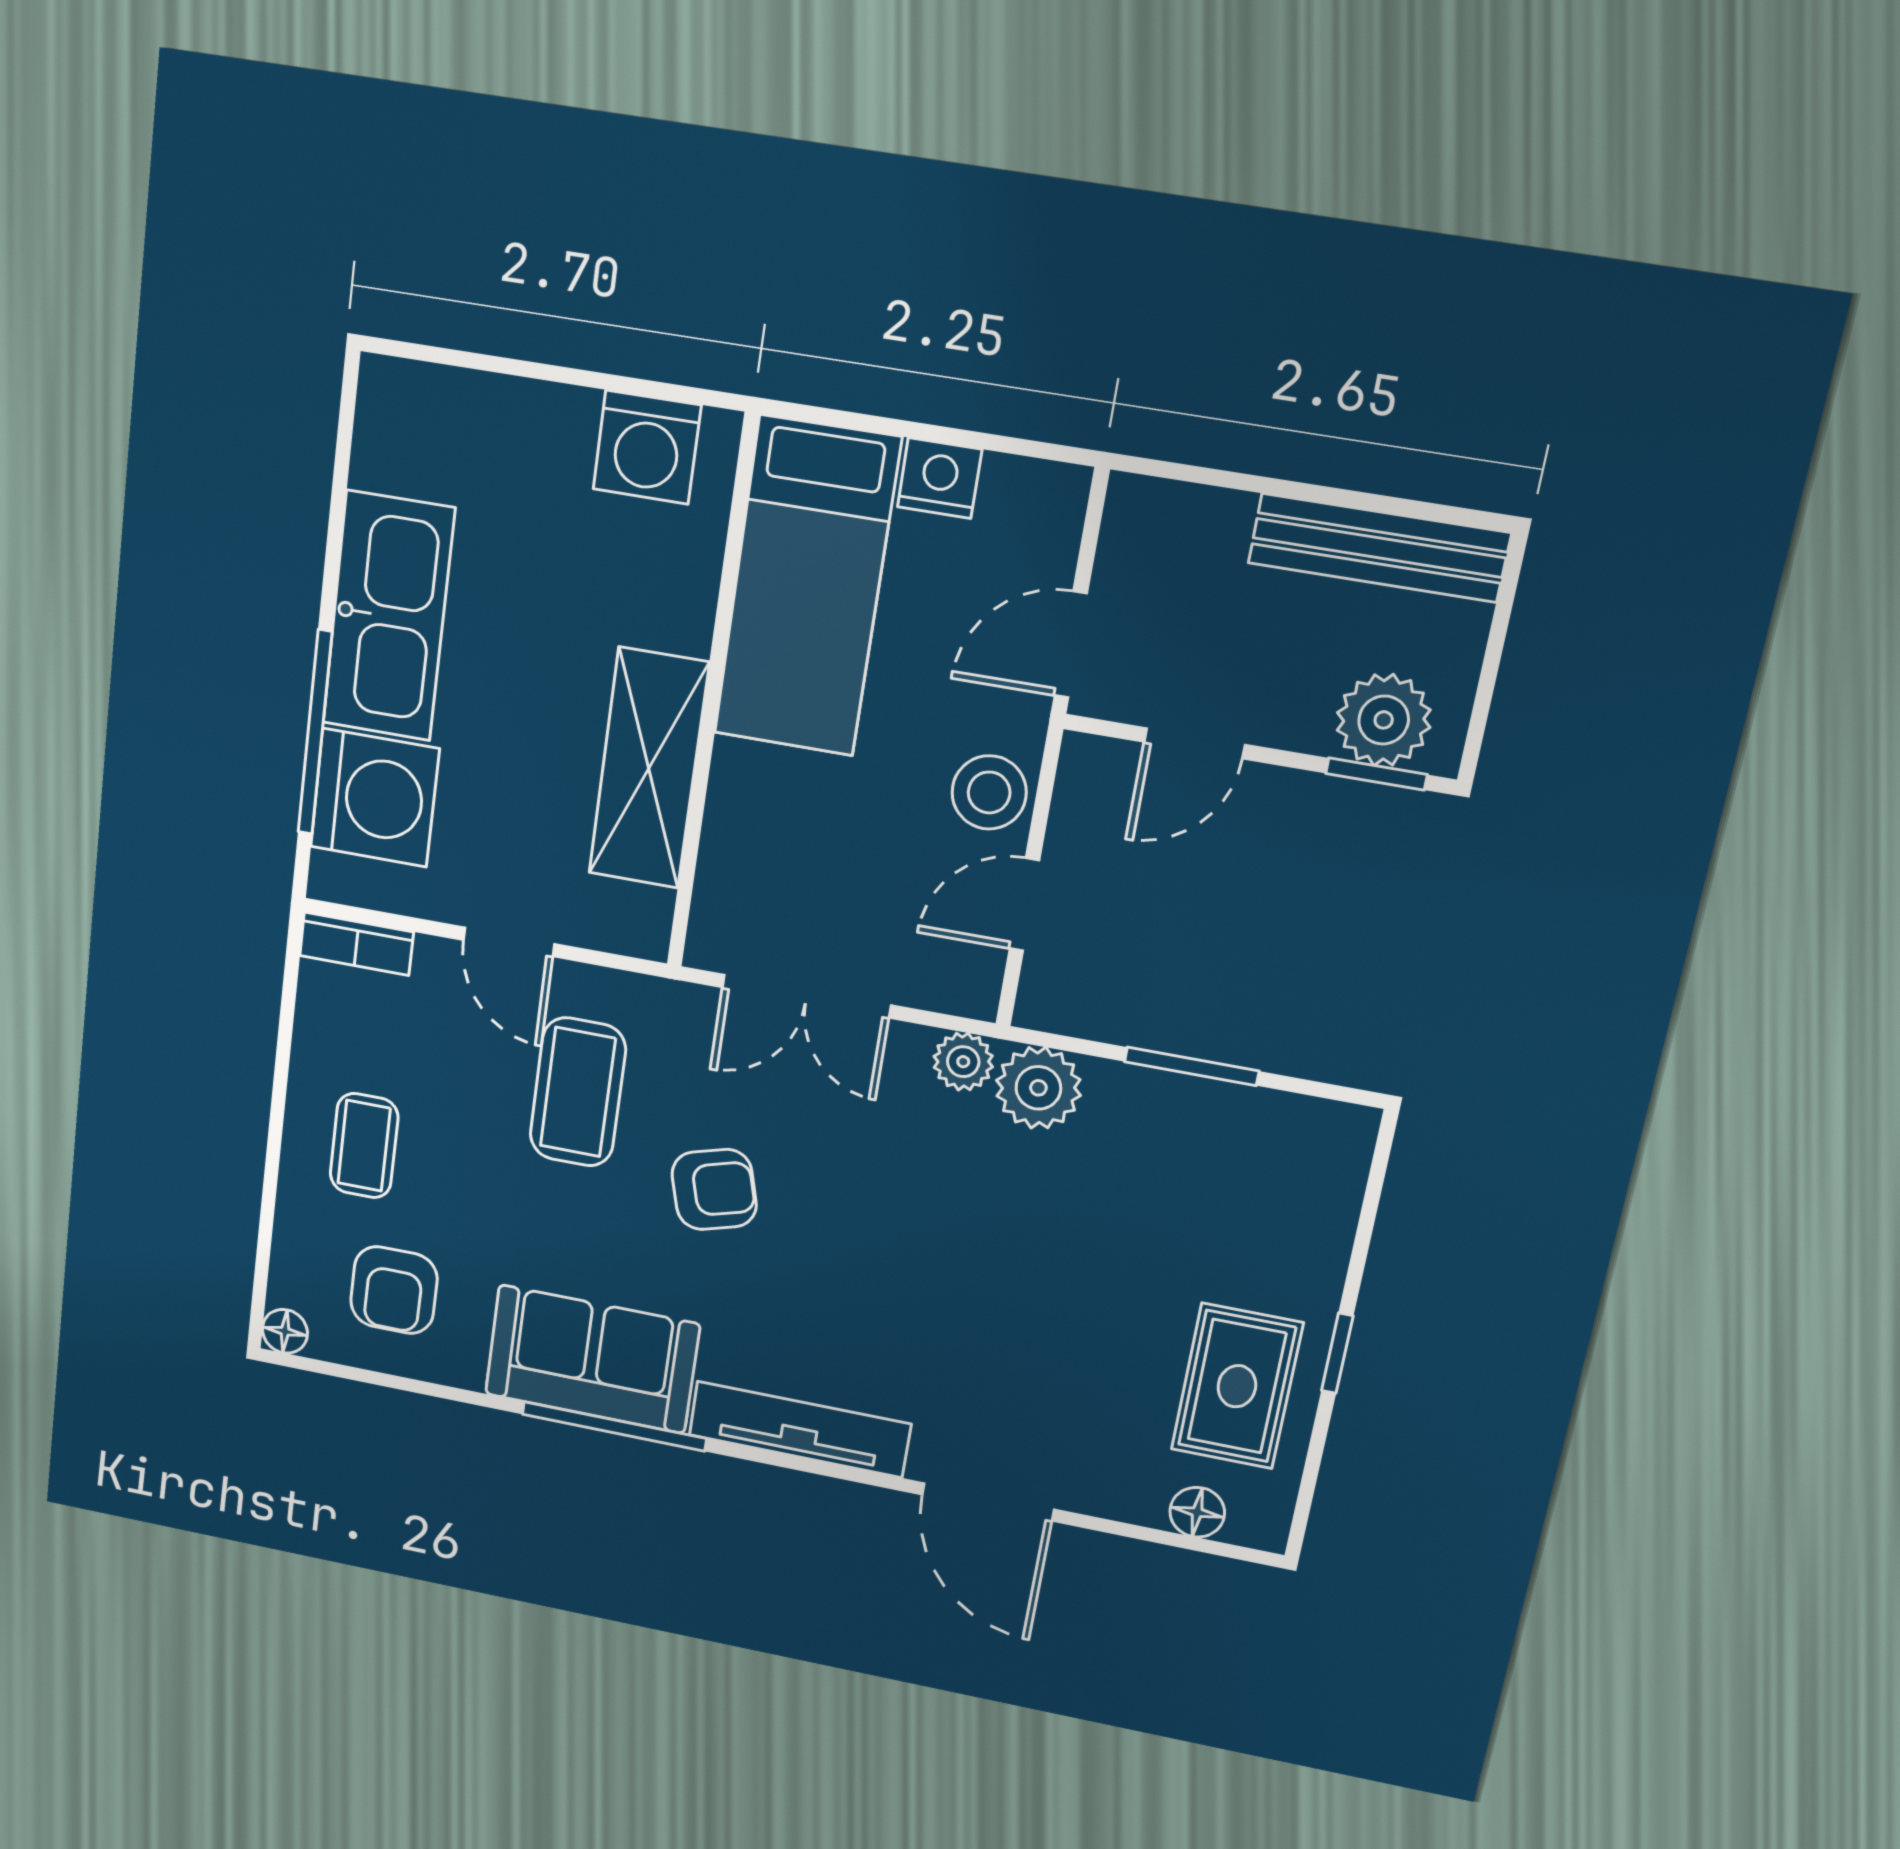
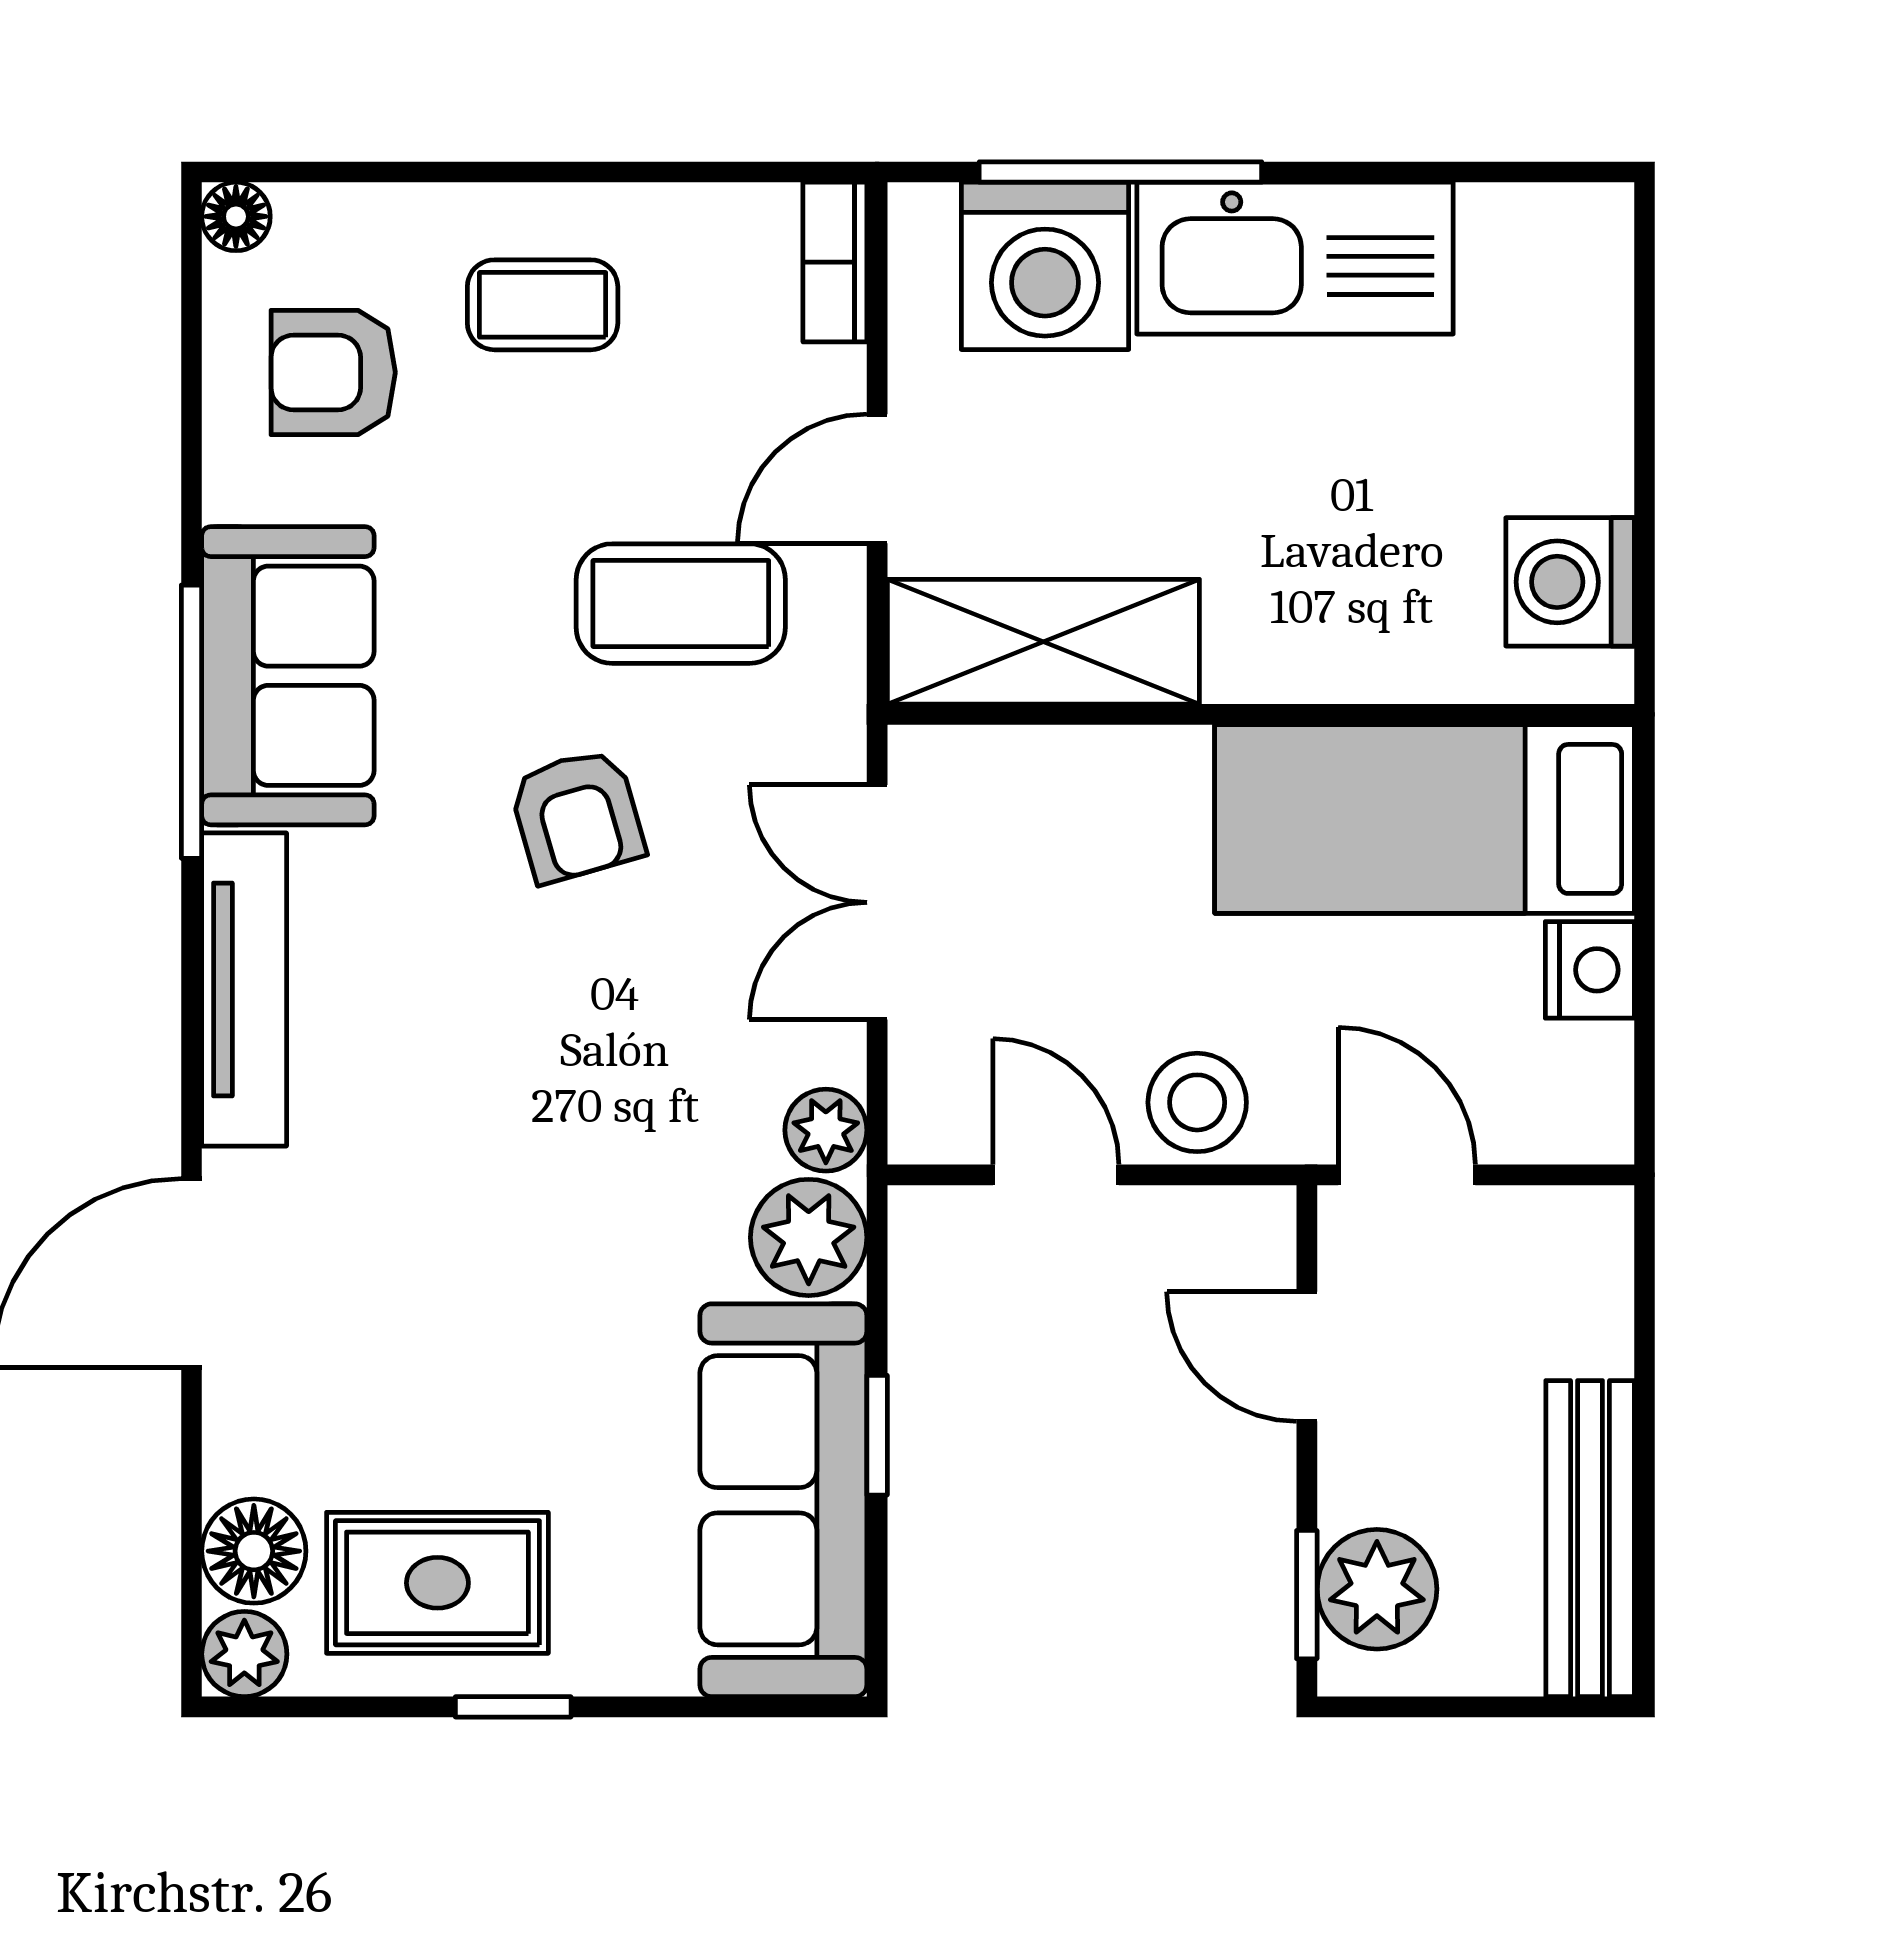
shelving: (649, 768) -> (1043, 642), moved
window: (1192, 1066) -> (877, 1435), width x0.67
sofa: (1226, 1141) -> (783, 1500), added
floor lamp: (1197, 1512) -> (254, 1551), width x1.37, depth x1.37
plant: (1261, 1522) -> (244, 1654), added

